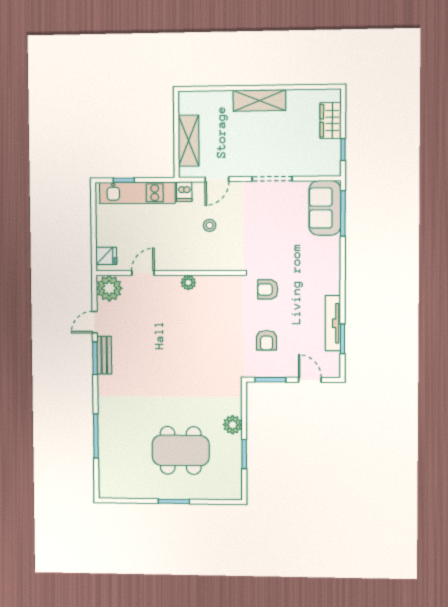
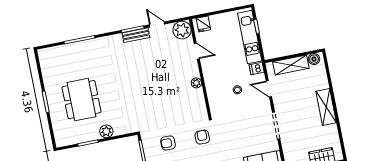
boiler: (186, 105) -> (314, 59), added

